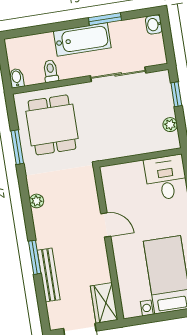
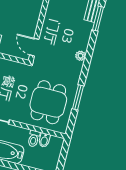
bidet: (17, 78) -> (44, 140), moved
door: (106, 225) -> (34, 47), moved

